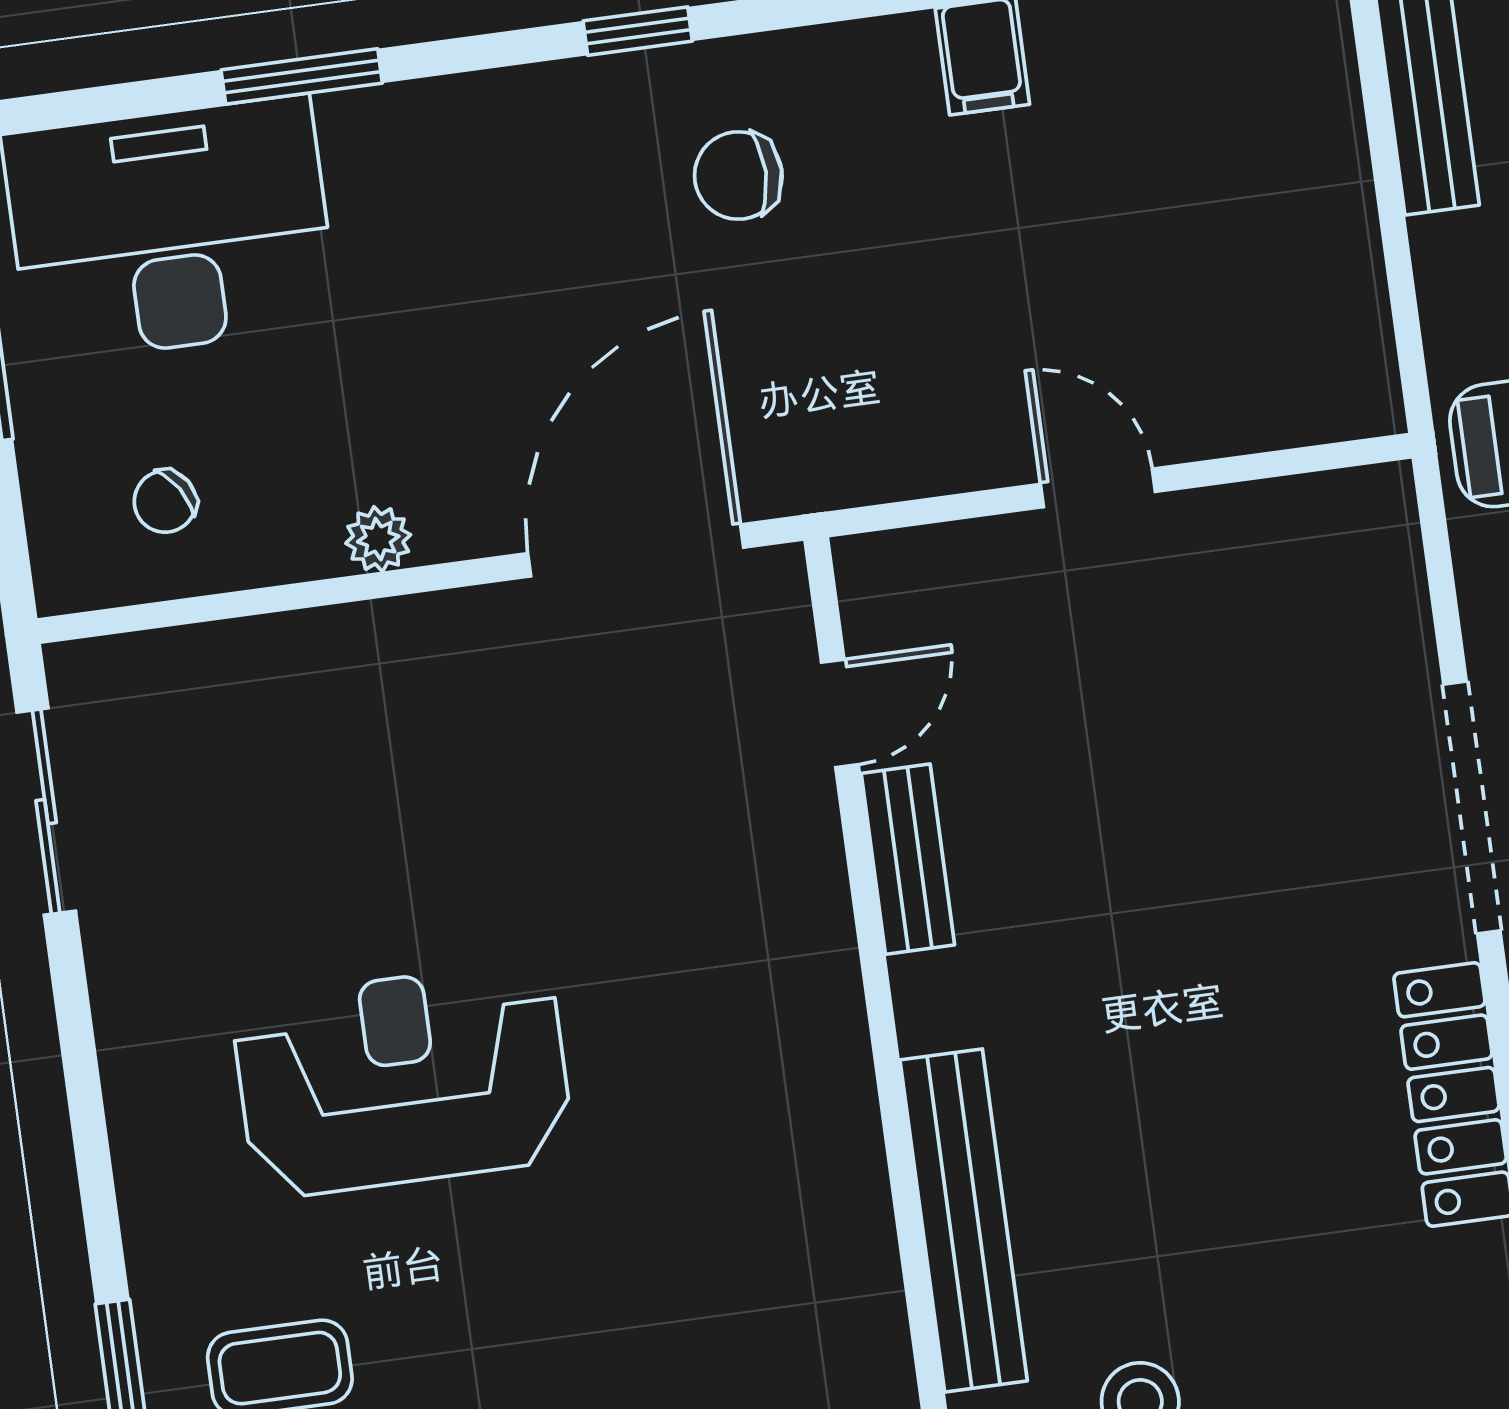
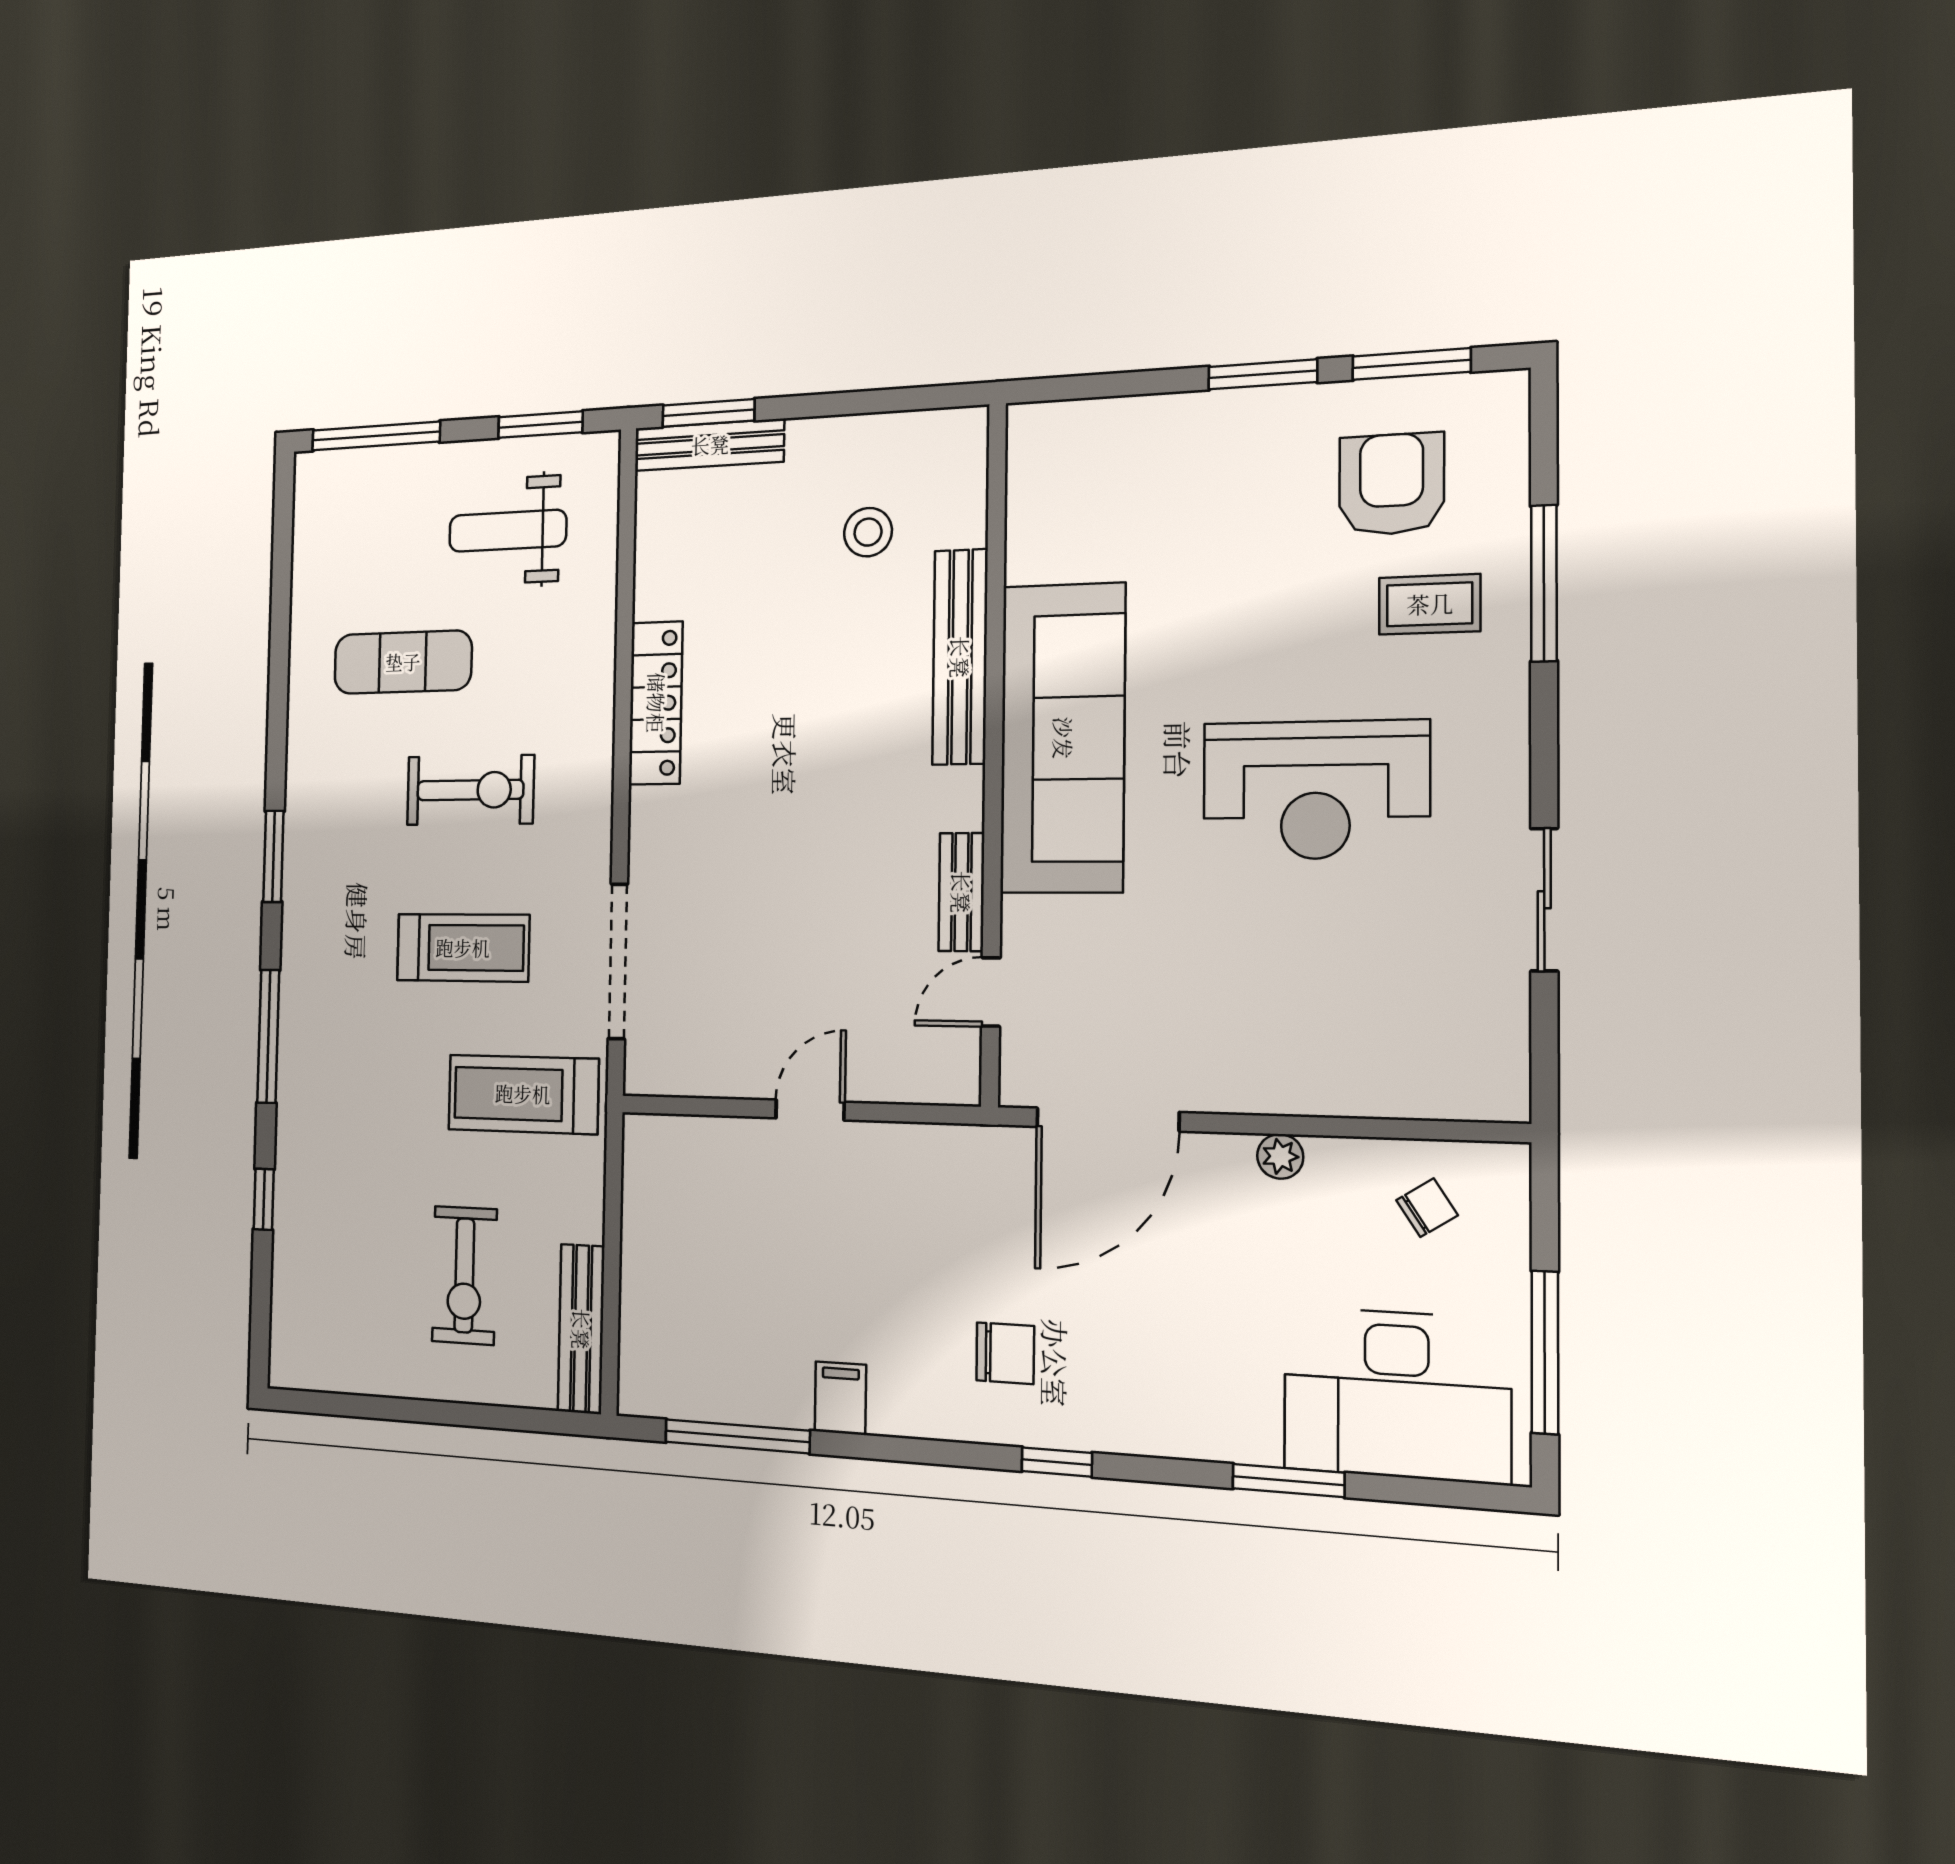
door: (1098, 488) -> (810, 1110), swing flipped
doorway: (1472, 808) -> (618, 961), moved
sliding door: (46, 812) -> (1544, 900), moved
sofa: (786, 1113) -> (1063, 738), added

